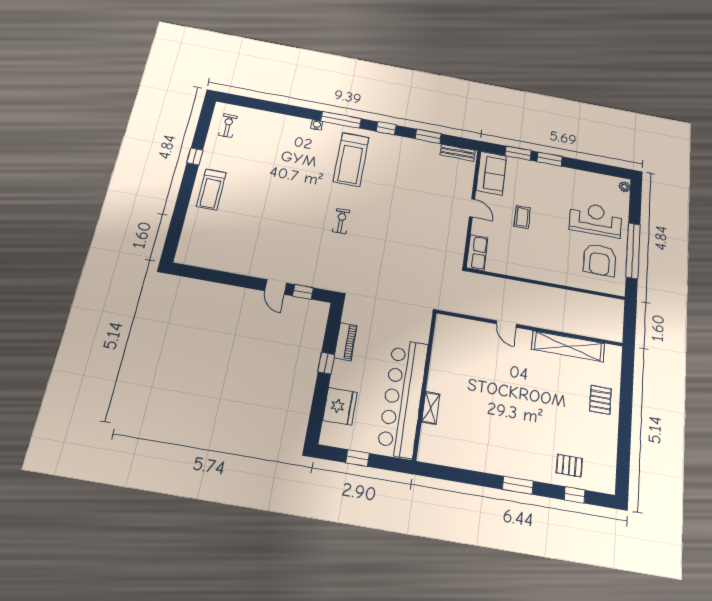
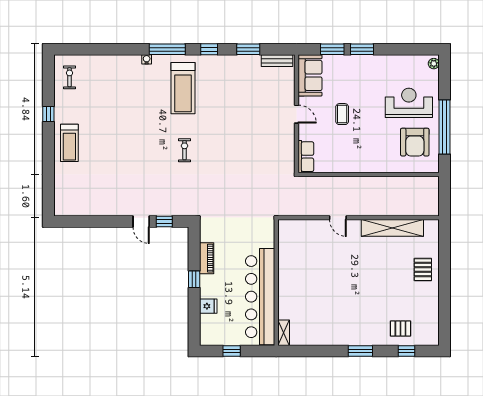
fridge: (340, 406) -> (208, 306), width x0.53, depth x0.75
shelving: (431, 408) -> (284, 333), moved

